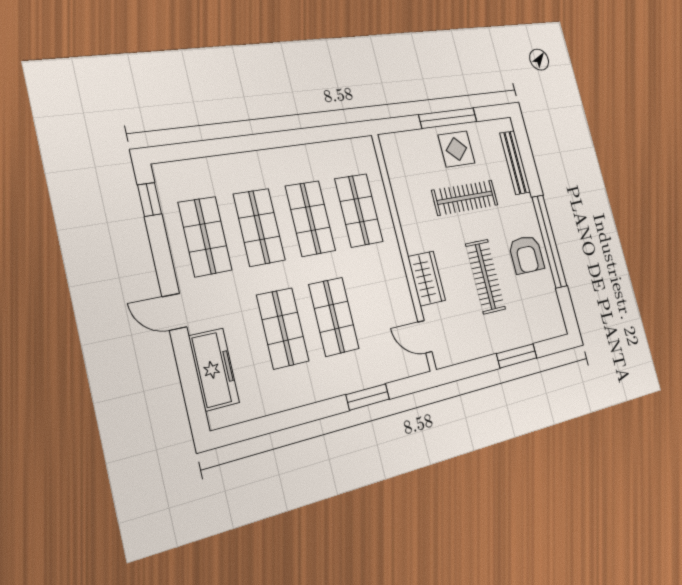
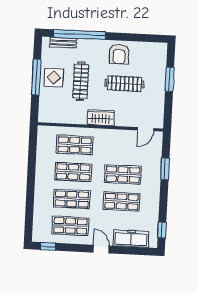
bench: (515, 163) -> (63, 43), width x0.73
window: (549, 241) -> (80, 35), moved
armchair: (526, 255) -> (119, 54), turned 90
wardrobe: (427, 279) -> (101, 118), moved
door: (174, 312) -> (101, 249), swing flipped
window: (250, 429) -> (162, 230), added

